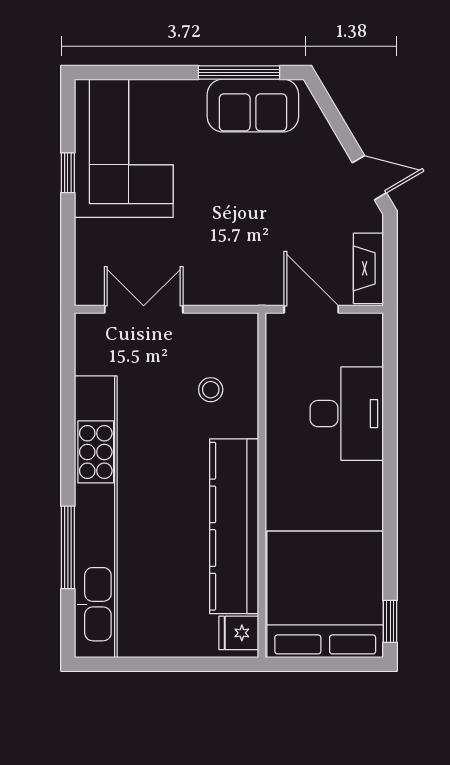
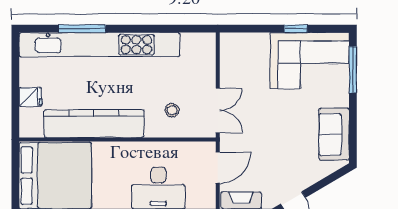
window: (239, 73) -> (353, 70), moved
double door: (144, 309) -> (218, 111), moved
fridge: (239, 633) -> (30, 97), moved, turned 90

